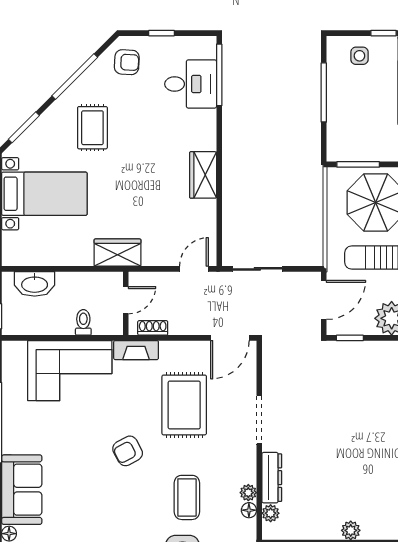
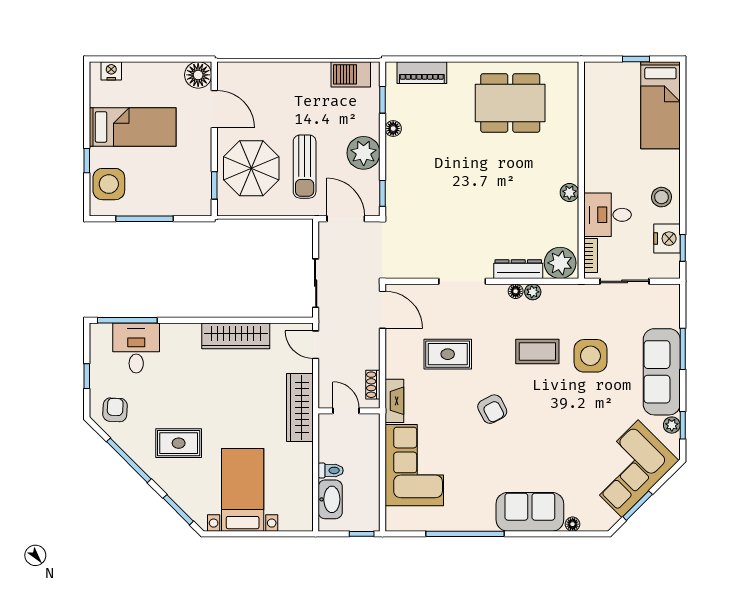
side table: (359, 56) -> (109, 184), width x1.87, depth x1.87
window: (358, 164) -> (214, 185), width x0.67
wardrobe: (203, 175) -> (236, 336), width x1.50
wardrobe: (117, 253) -> (300, 407), width x1.50
toilet: (83, 322) -> (331, 470), moved, turned 180
rug: (184, 405) -> (448, 354), width x0.73, depth x0.70
floor lamp: (249, 510) -> (516, 291), moved
plant: (271, 513) -> (560, 263), width x1.87, depth x1.87

